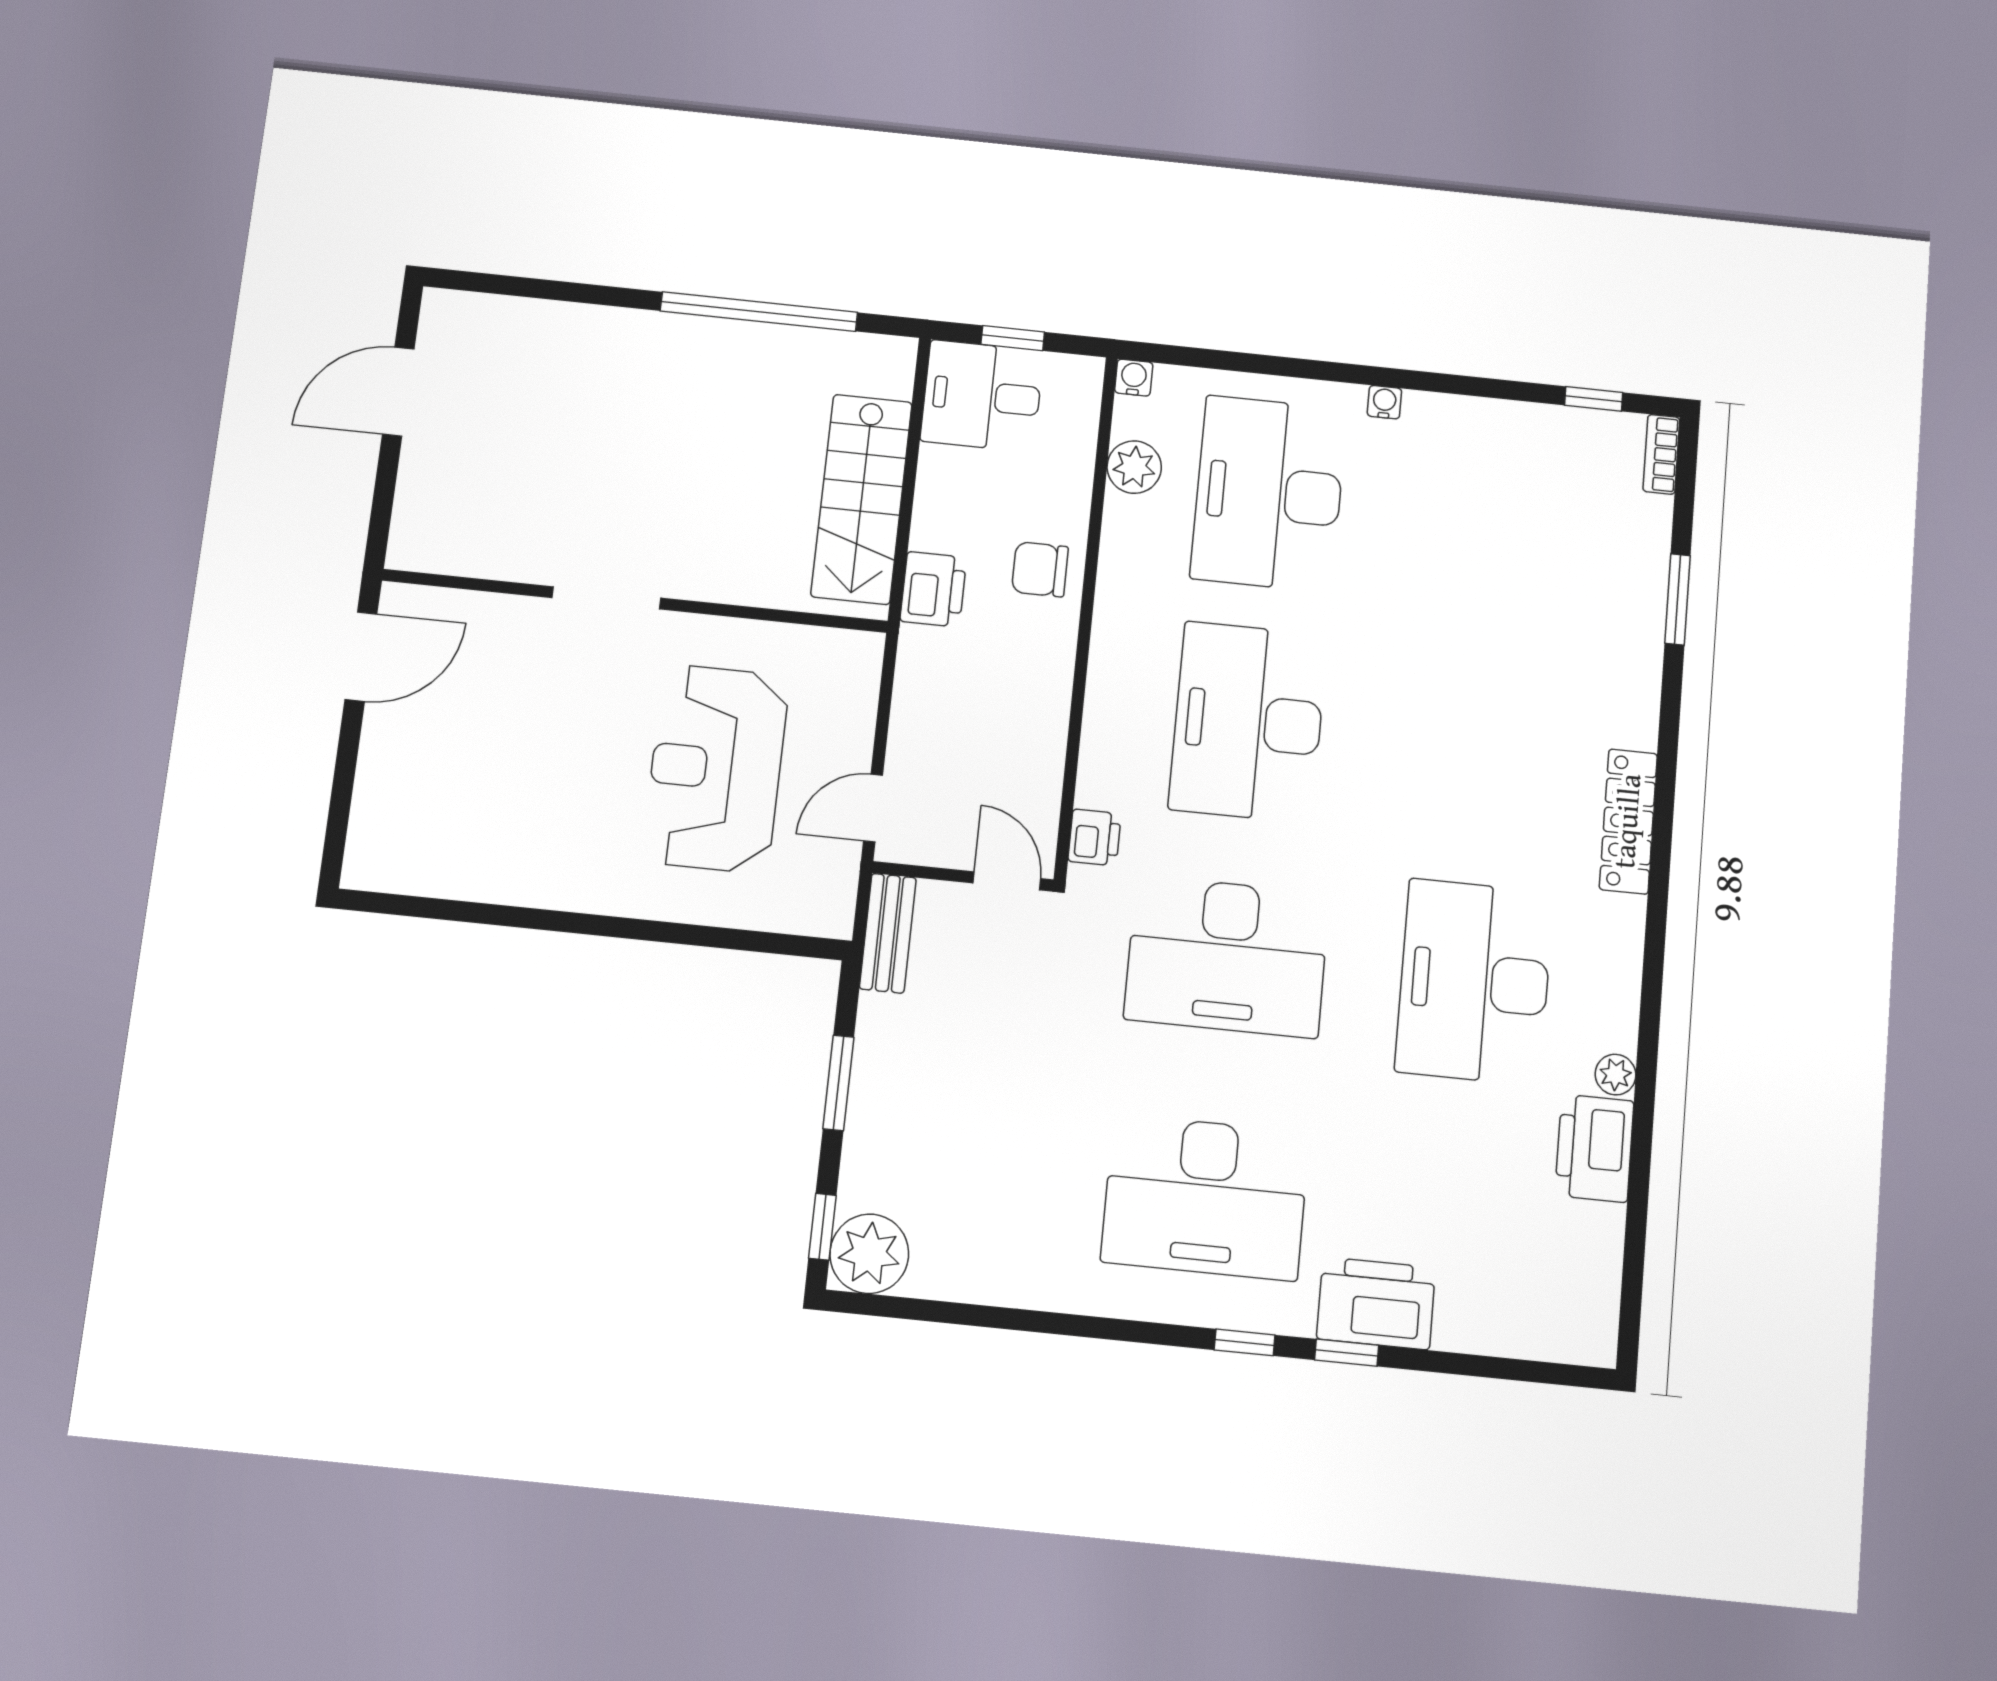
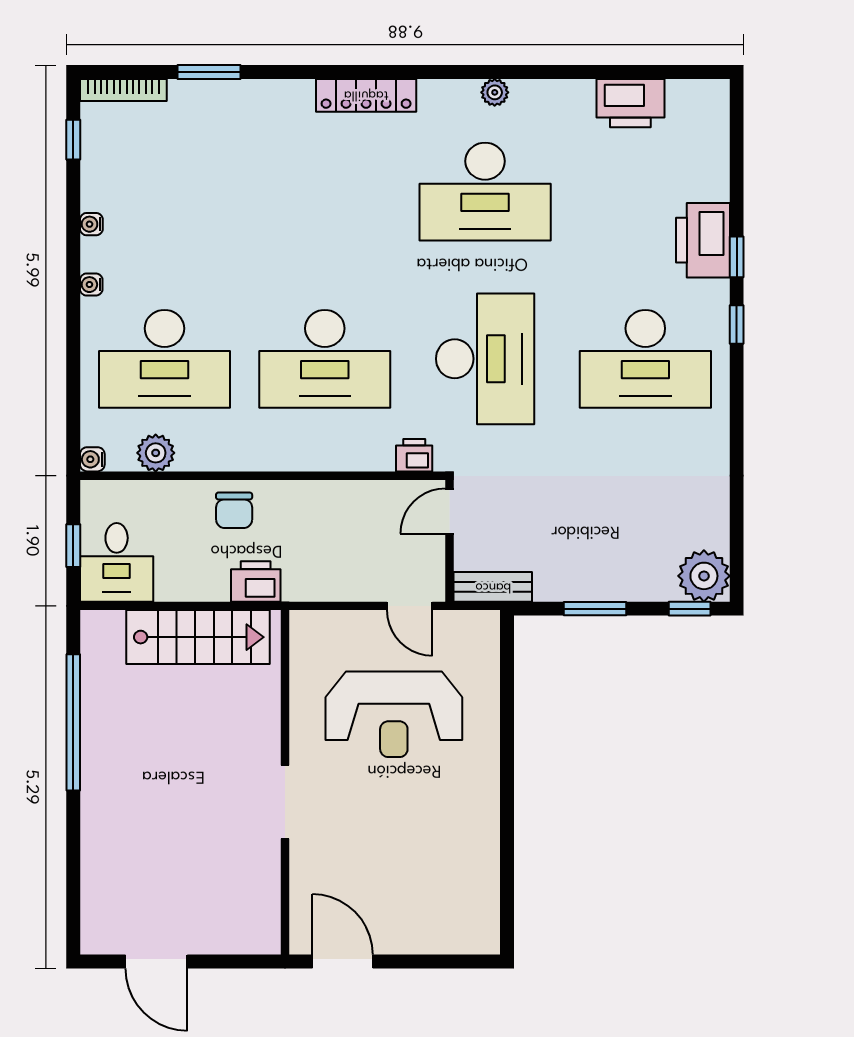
water cooler: (1471, 411) -> (91, 224), added
bookcase: (1661, 454) -> (123, 90), width x1.56
plant: (1615, 1075) -> (495, 92), moved
printer: (1594, 1148) -> (630, 103), moved
desk: (1205, 1197) -> (645, 359), turned 90

